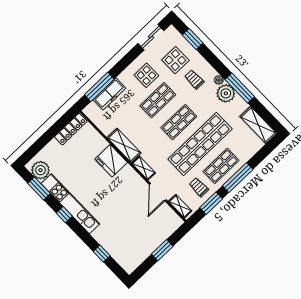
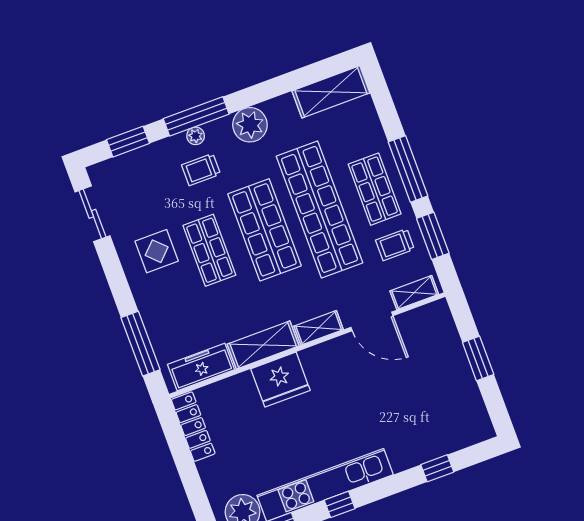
display table: (175, 60) -> (152, 188), removed
plant: (219, 80) -> (196, 136), moved
window: (240, 88) -> (196, 116), moved
freezer: (109, 94) -> (201, 367), moved, turned -90
shop shelf: (179, 122) -> (264, 230), width x1.43, depth x1.36

